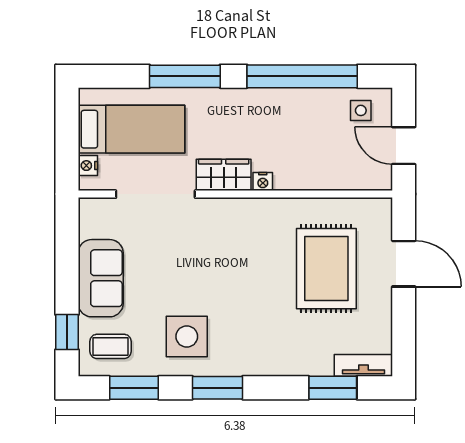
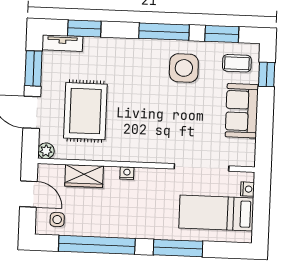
wardrobe: (224, 175) -> (84, 176), moved
plant: (381, 209) -> (46, 151), added
window: (404, 327) -> (33, 68), added
window: (217, 388) -> (164, 32), width x1.44

